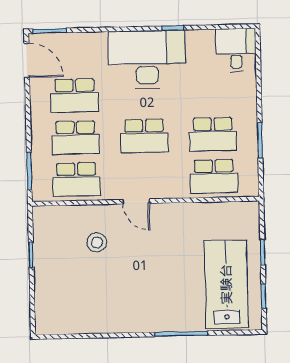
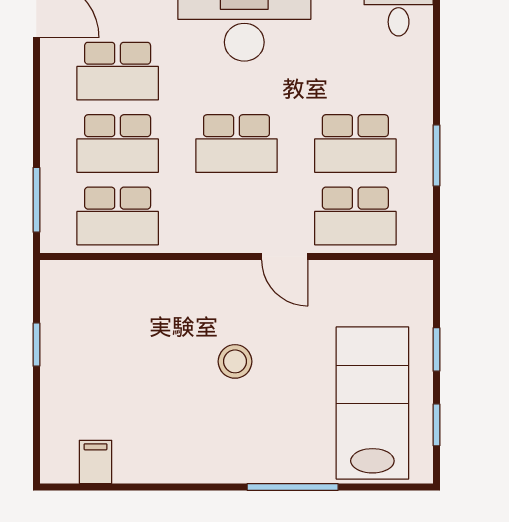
door: (136, 201) -> (285, 256), moved
stool: (97, 242) -> (235, 361), moved
filing cabinet: (67, 322) -> (95, 462), added

